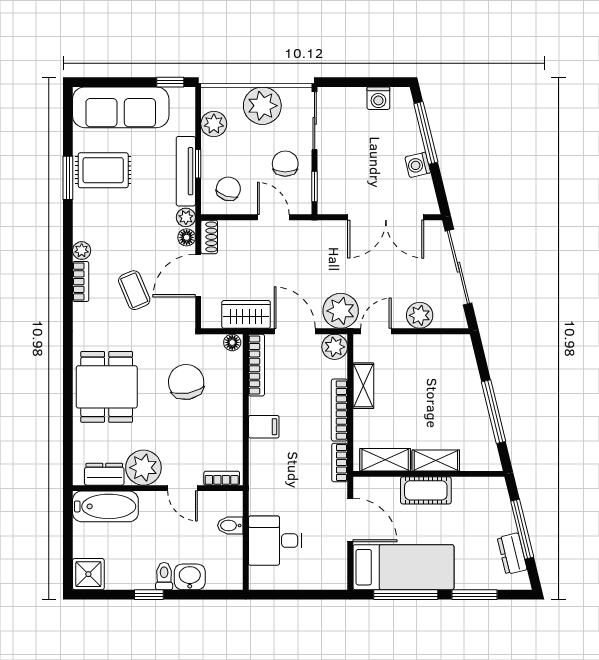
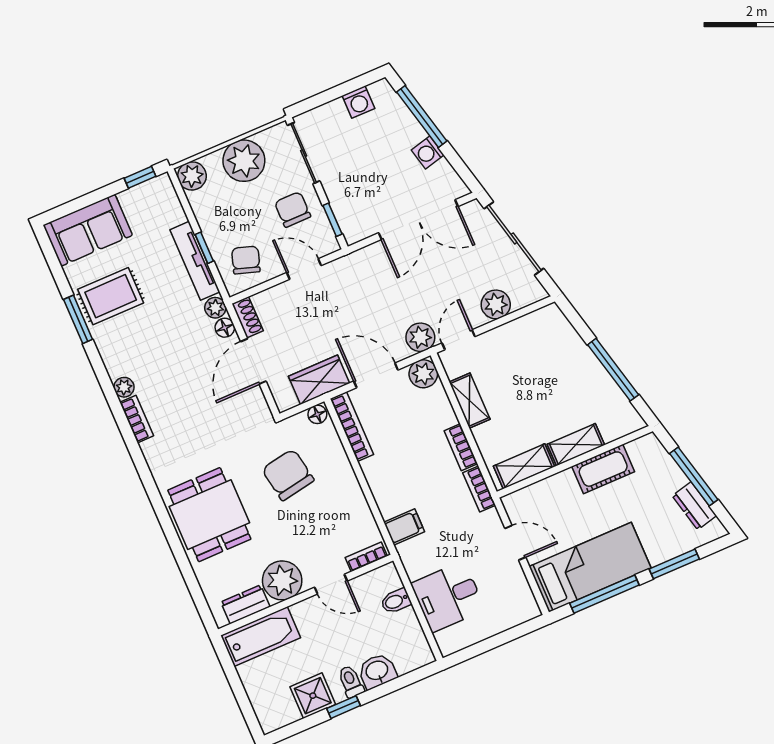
sofa: (121, 107) -> (88, 230), width x0.73
plant: (214, 124) -> (192, 176), moved
coffee table: (134, 290) -> (195, 404), removed
plant: (341, 311) -> (420, 337), width x0.73, depth x0.73
bookcase: (339, 410) -> (461, 447), width x0.64
filing cabinet: (264, 427) -> (404, 527), moved
cot: (426, 490) -> (603, 469), moved
door: (350, 520) -> (515, 543), width x0.73
shower: (88, 574) -> (313, 696), moved

